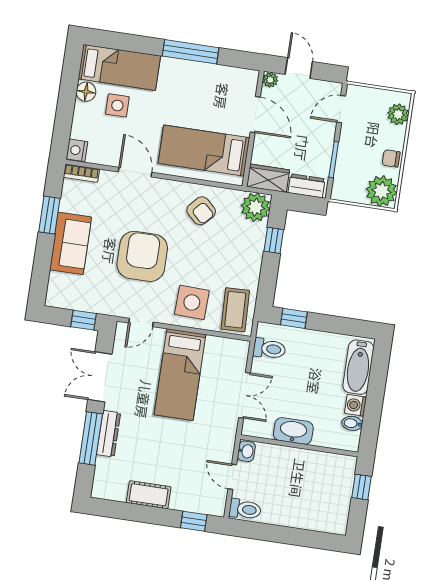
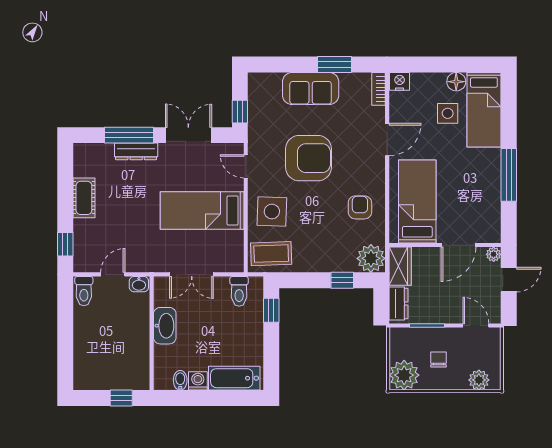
chair: (391, 158) -> (438, 359), moved
armchair: (201, 211) -> (360, 207), turned 137

